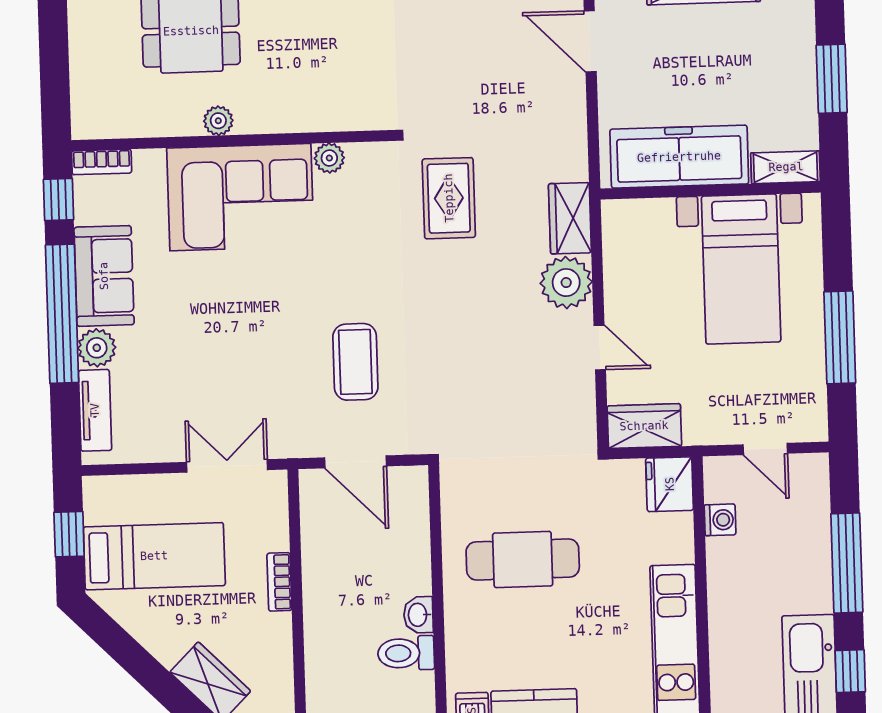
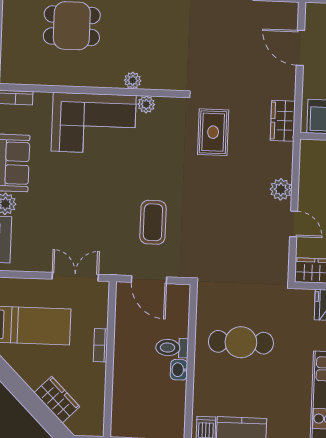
plant: (218, 121) -> (133, 80), moved
wardrobe: (570, 218) -> (283, 121), moved
plant: (566, 283) -> (281, 189), width x0.73, depth x0.73
toilet: (406, 653) -> (172, 348), moved

